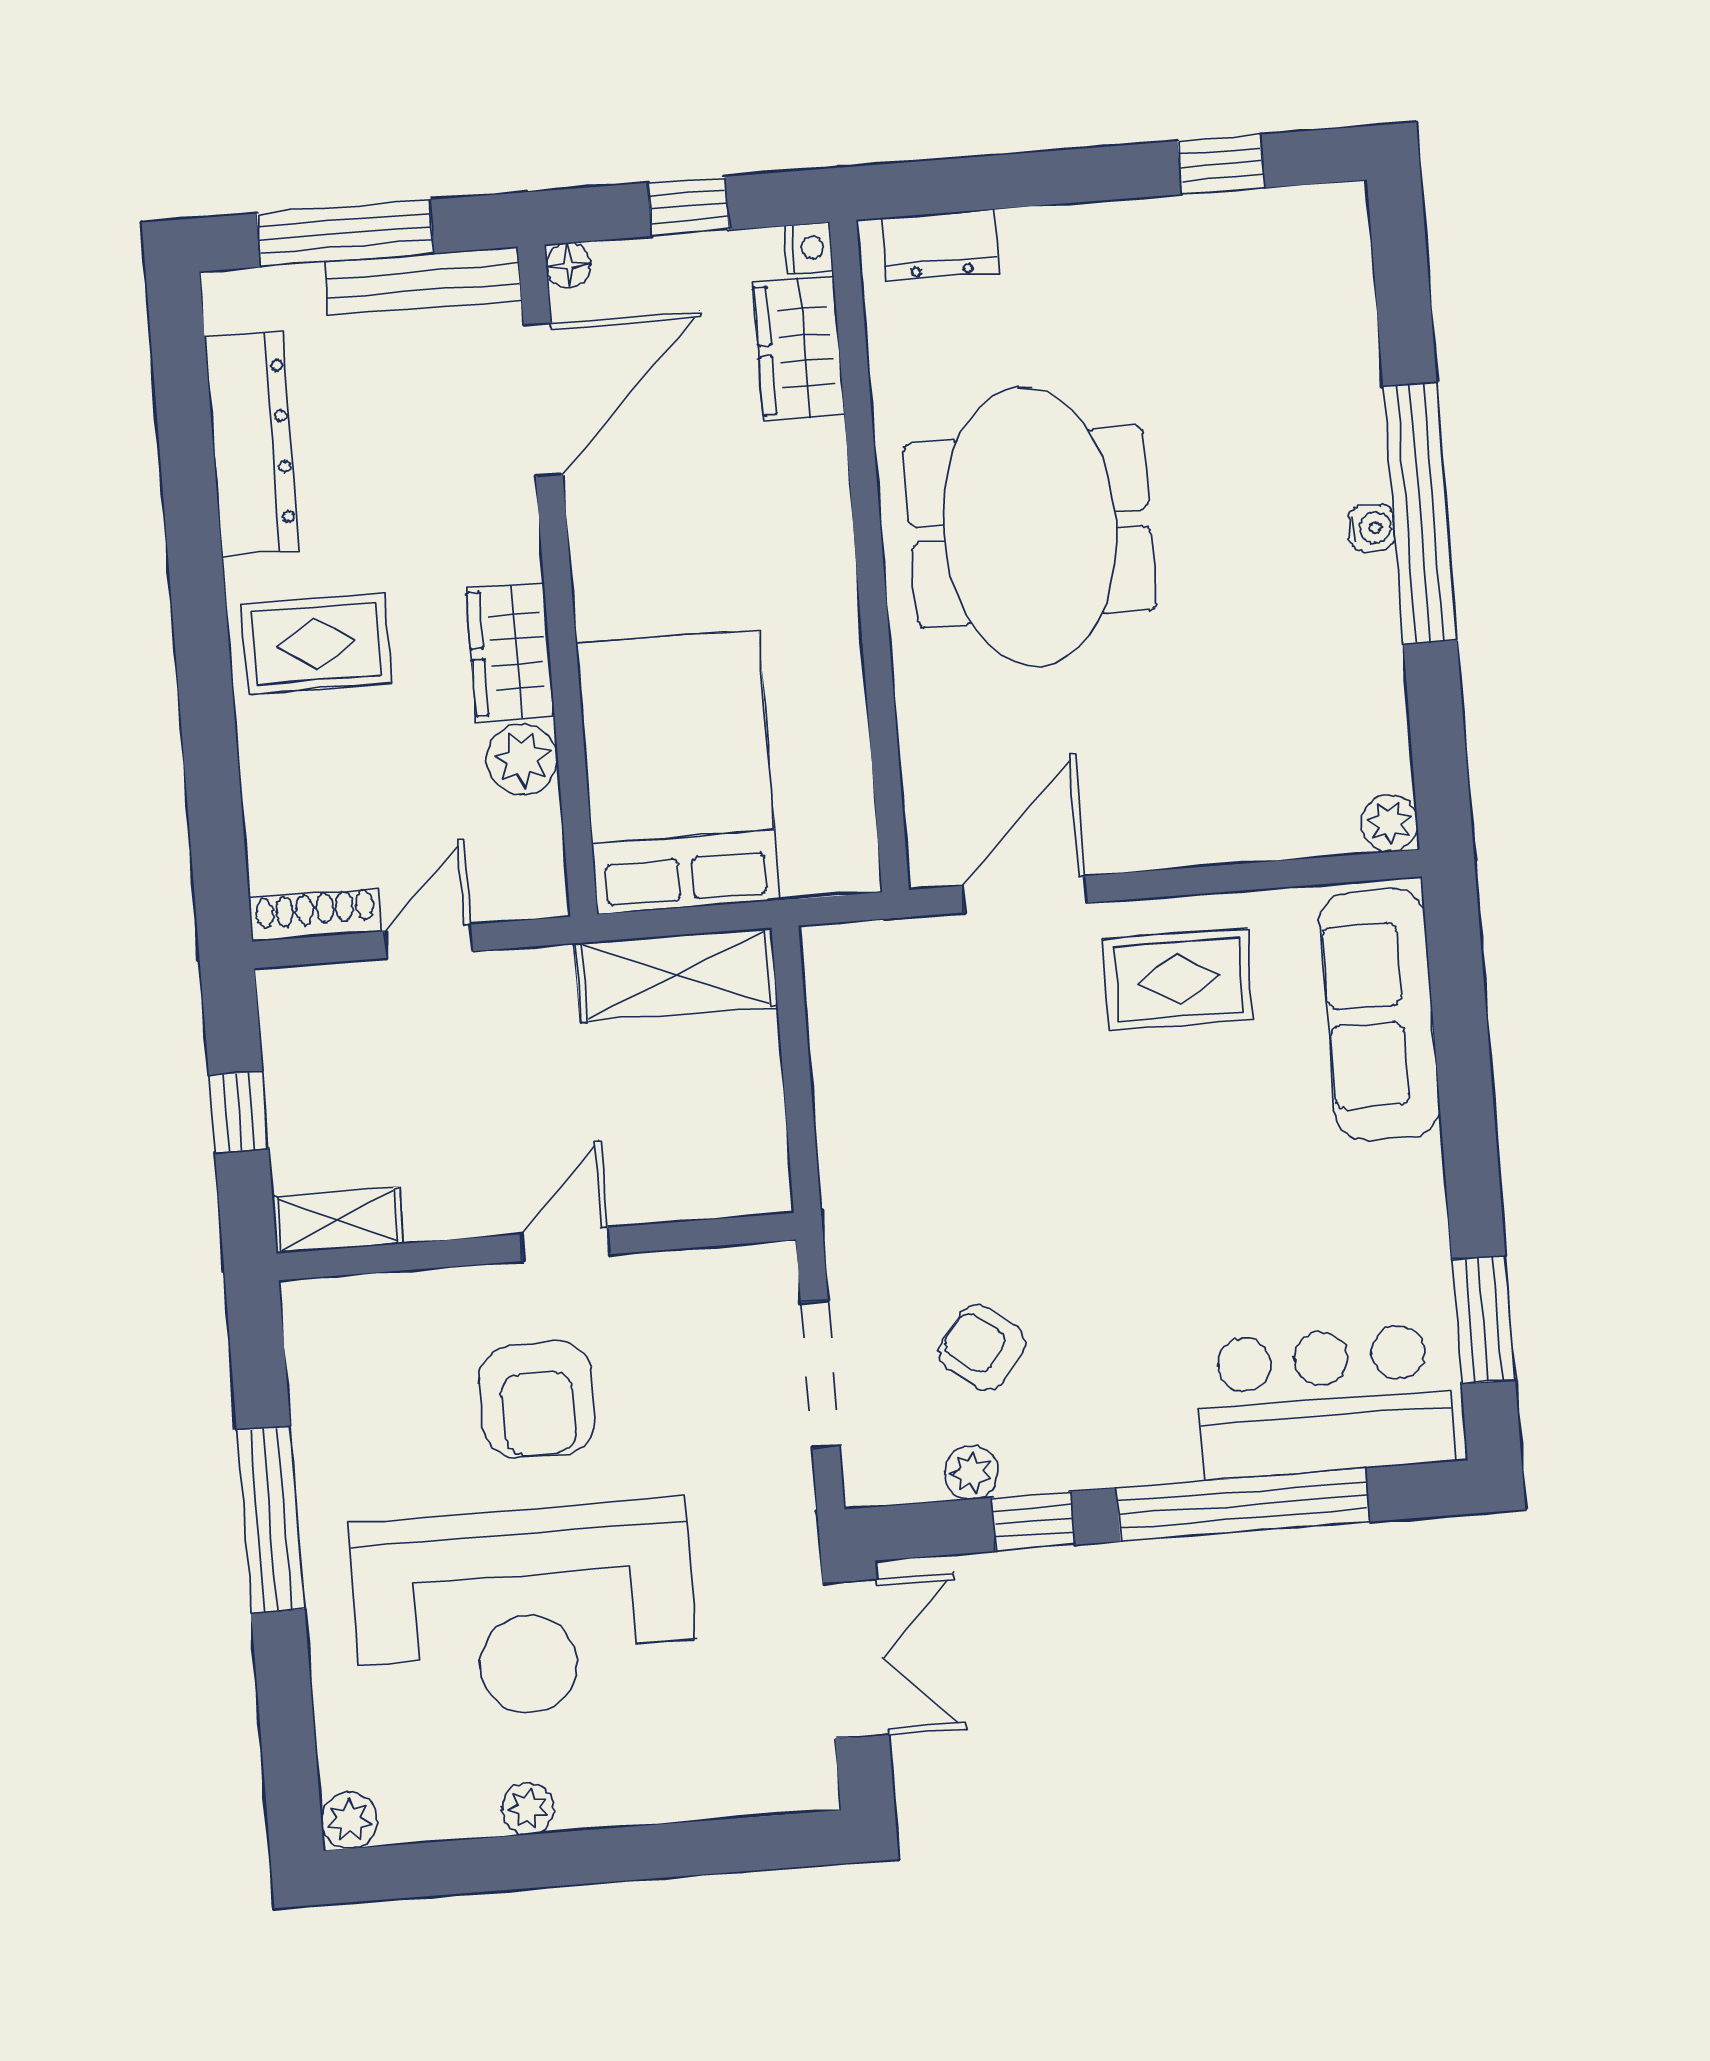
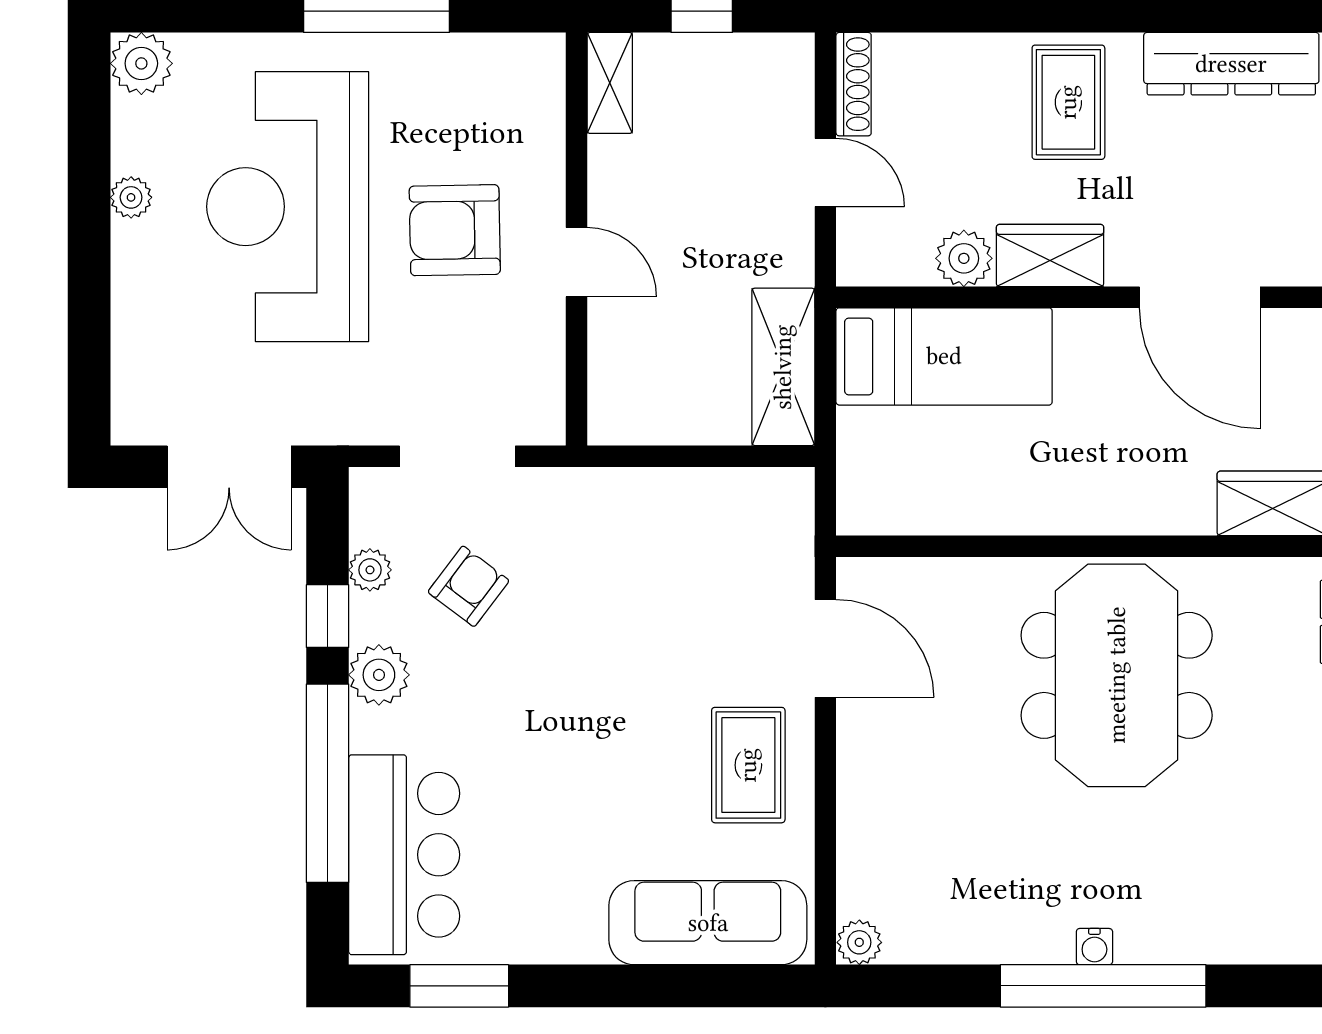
door: (543, 399) -> (1200, 297), moved
meeting table: (1030, 527) -> (1117, 675), turned 90
bed: (678, 772) -> (944, 356), width x0.67
plant: (1102, 1451) -> (379, 675), added
plant: (350, 1820) -> (141, 63), width x1.38, depth x1.38

